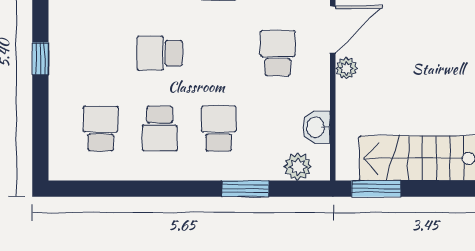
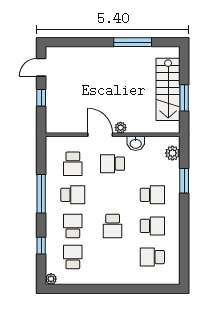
window: (40, 59) -> (116, 289), removed
washbasin: (316, 127) -> (136, 143), moved
school desk: (219, 129) -> (152, 195), turned 180
window: (376, 189) -> (184, 98), moved

